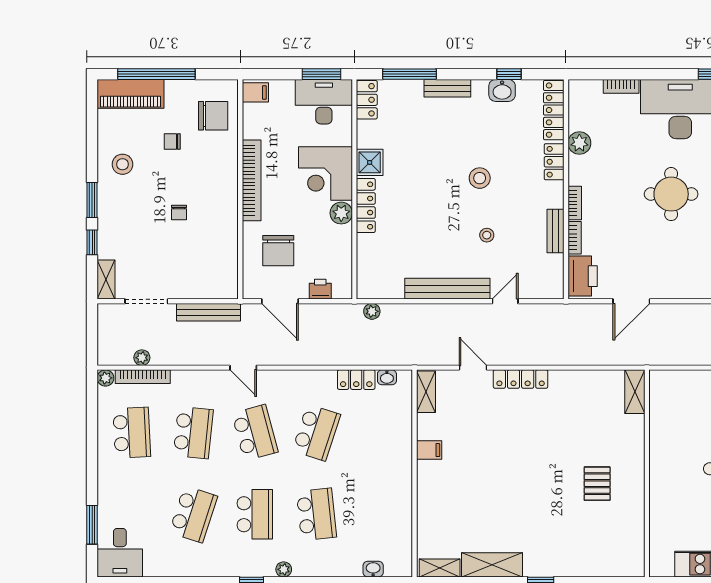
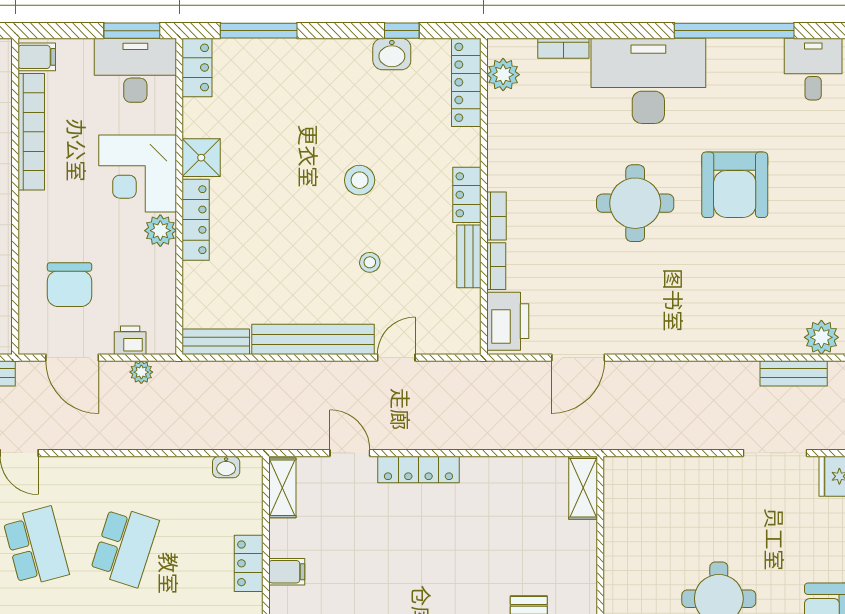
bench: (447, 88) -> (216, 342), moved
plant: (579, 143) -> (503, 75), moved
locker: (554, 162) -> (467, 195), moved
bookcase: (252, 180) -> (31, 132), moved
plant: (372, 311) -> (141, 372), moved
locker: (356, 380) -> (249, 563), moved, turned 90

